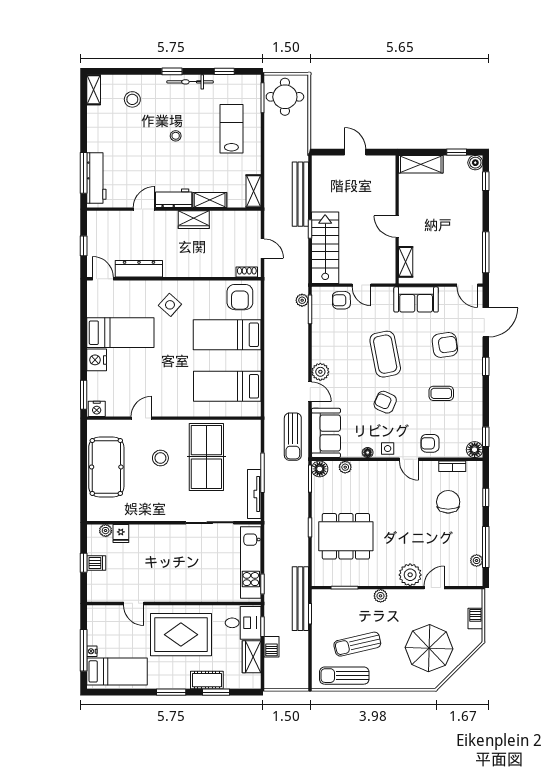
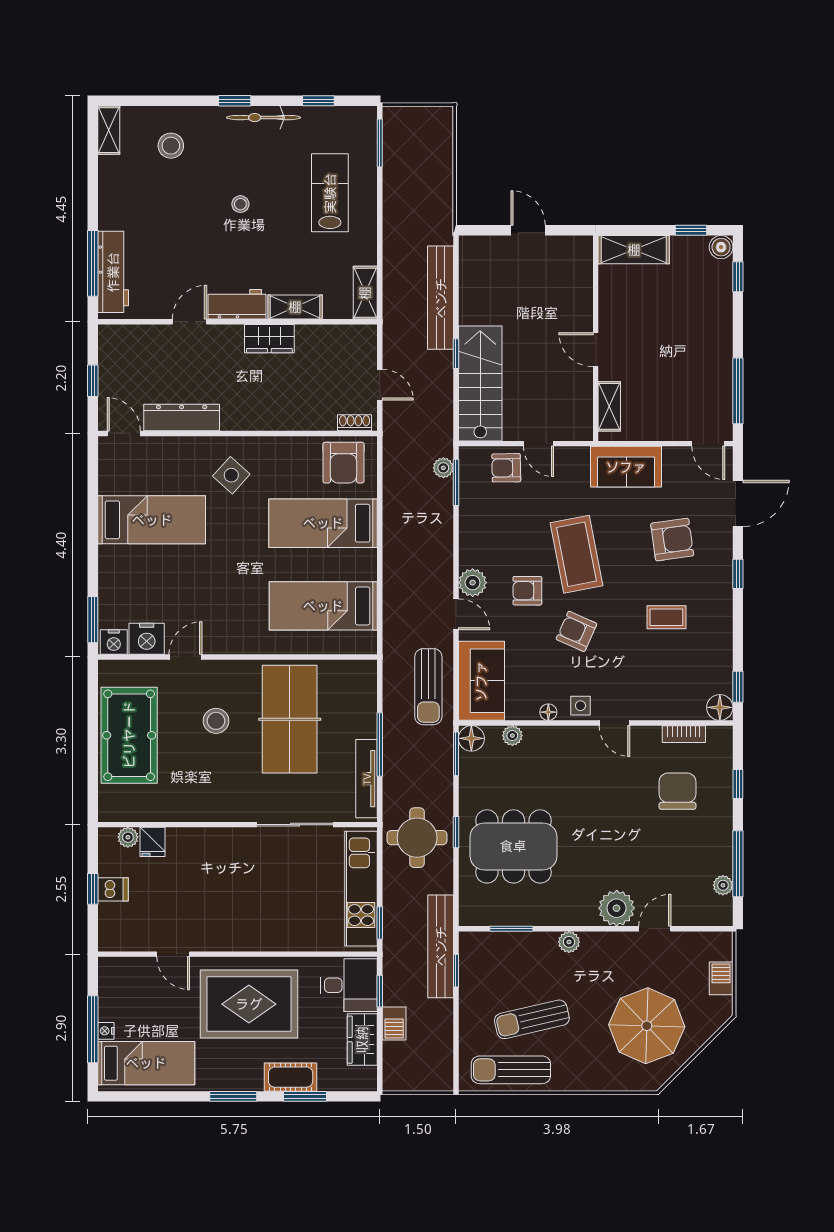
round table: (285, 97) -> (417, 838), moved
nightstand: (97, 360) -> (147, 639), moved, turned -90
armchair: (430, 443) -> (527, 591), moved

